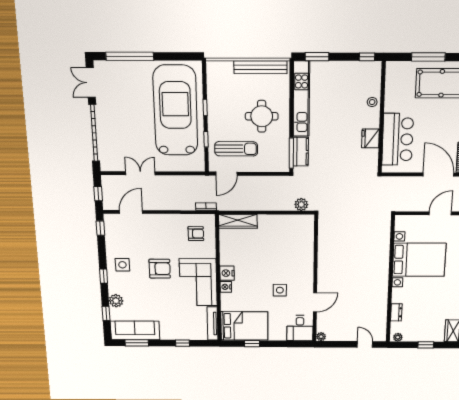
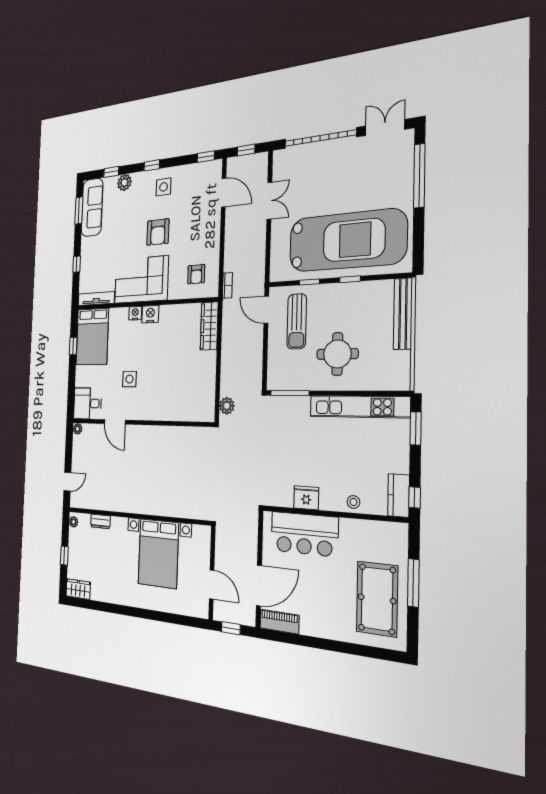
bench: (260, 67) -> (403, 314), moved
kitchen counter: (301, 152) -> (399, 495), moved, turned 90

